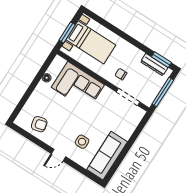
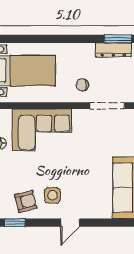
window: (24, 133) -> (15, 223), added
side table: (82, 142) -> (53, 195), moved

